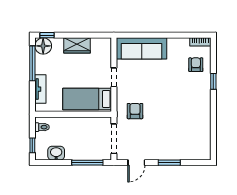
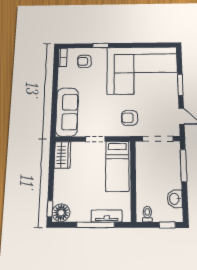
wardrobe: (77, 45) -> (62, 155), moved
window: (32, 63) -> (96, 225), moved
corner sofa: (185, 124) -> (142, 70), added

